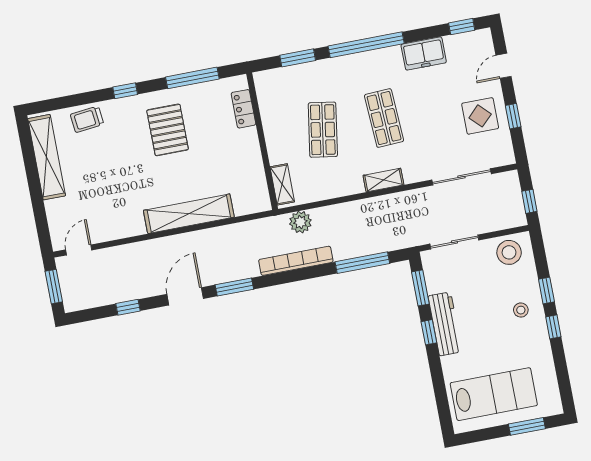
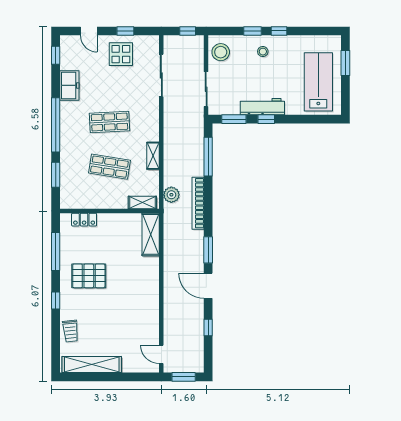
shelving: (383, 180) -> (153, 156), moved
shelving: (189, 214) -> (151, 234), moved, width x0.68

